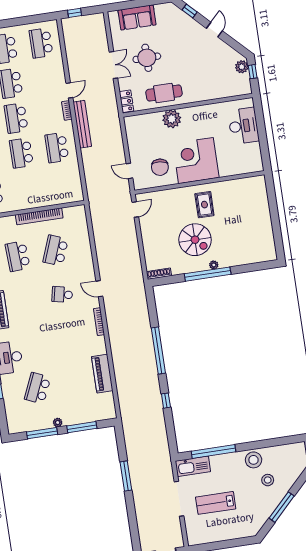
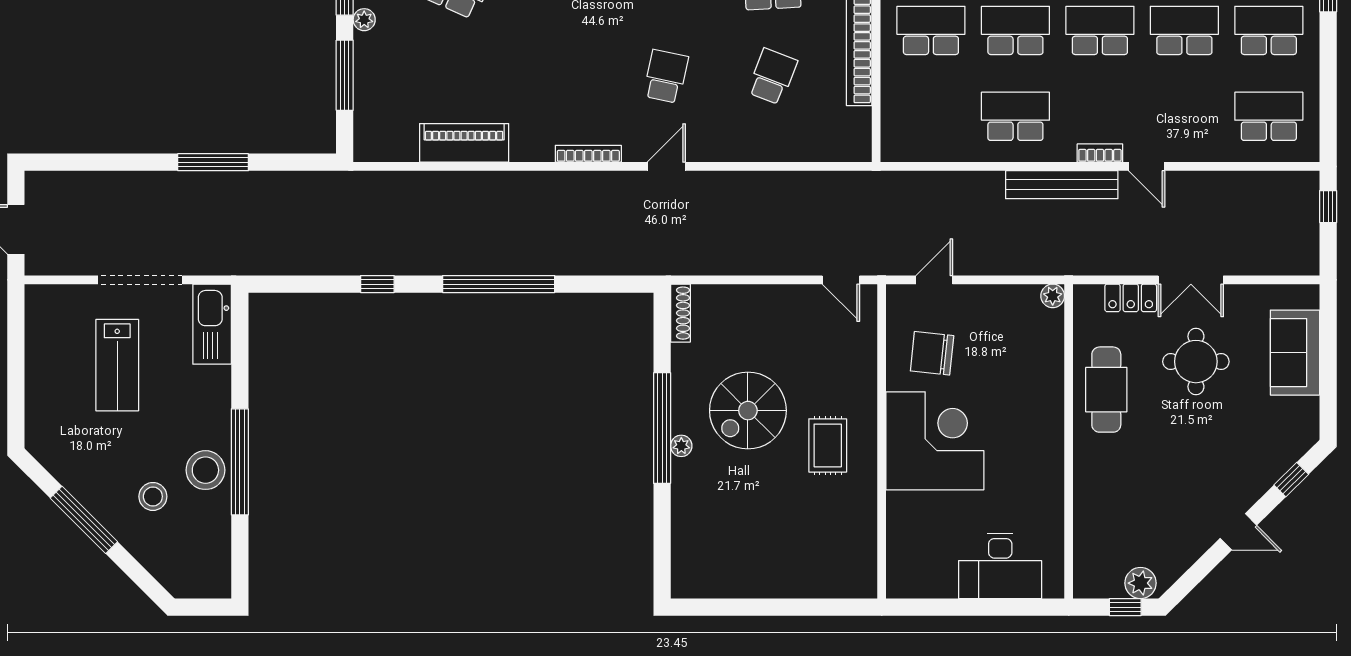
locker: (127, 101) -> (1131, 298), moved
plant: (172, 119) -> (1053, 296), moved, width x0.53, depth x0.53
school desk: (27, 188) -> (931, 30), added
rug: (204, 205) -> (828, 445), turned 90
school desk: (56, 250) -> (772, 76), width x0.54
window: (214, 451) -> (240, 462), moved
lab bench: (216, 503) -> (117, 365), turned 180

